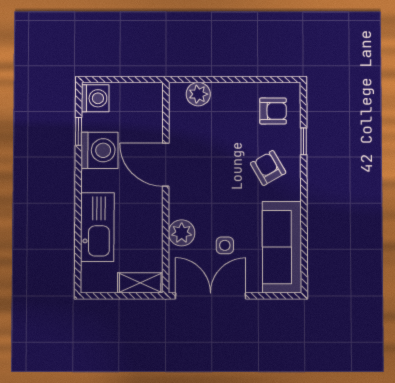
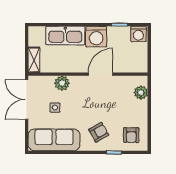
washing machine: (100, 150) -> (96, 37), moved
double door: (211, 296) -> (27, 99), swing flipped

